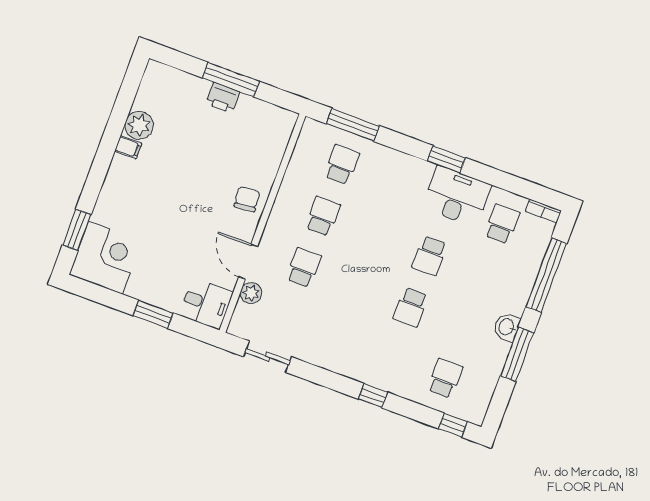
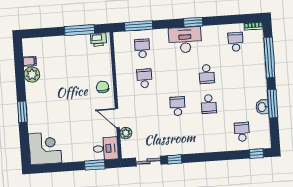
window: (231, 80) -> (79, 30), moved
printer: (223, 98) -> (98, 40), moved
filing cabinet: (128, 147) -> (30, 61), moved
desk: (457, 196) -> (185, 40), moved
window: (77, 230) -> (22, 112), moved
school desk: (304, 268) -> (178, 106), moved
window: (153, 314) -> (95, 165), moved
washbasin: (507, 327) -> (262, 107), moved
window: (373, 396) -> (175, 159), moved

